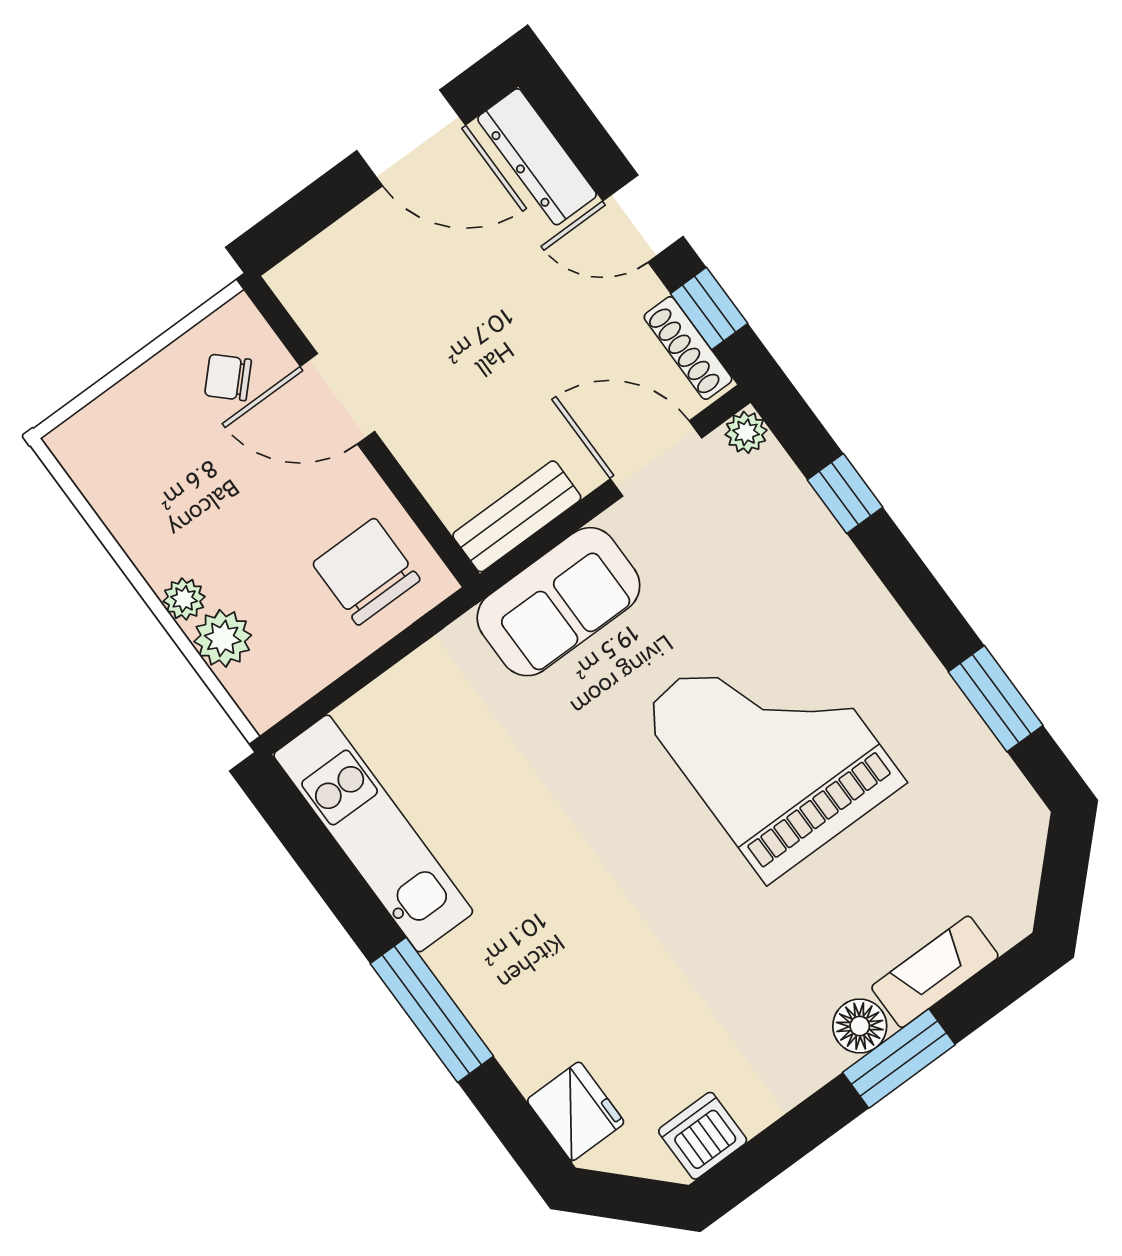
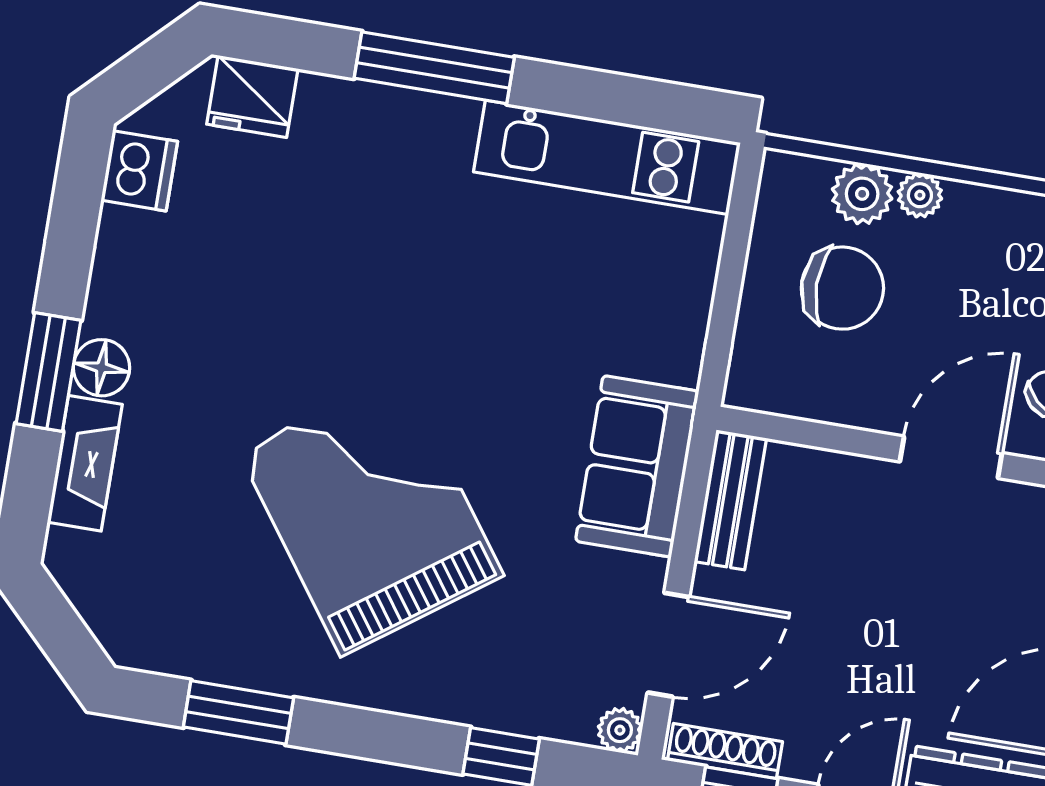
chair: (366, 572) -> (842, 288), moved
grand piano: (772, 746) -> (371, 514), turned -126

